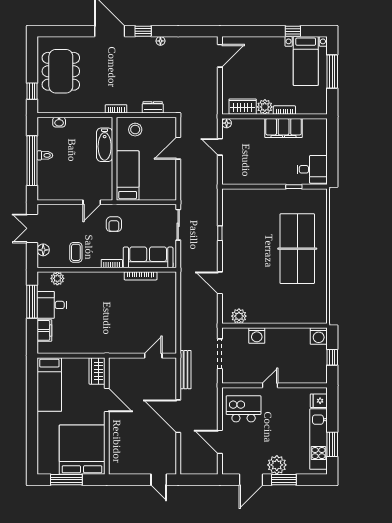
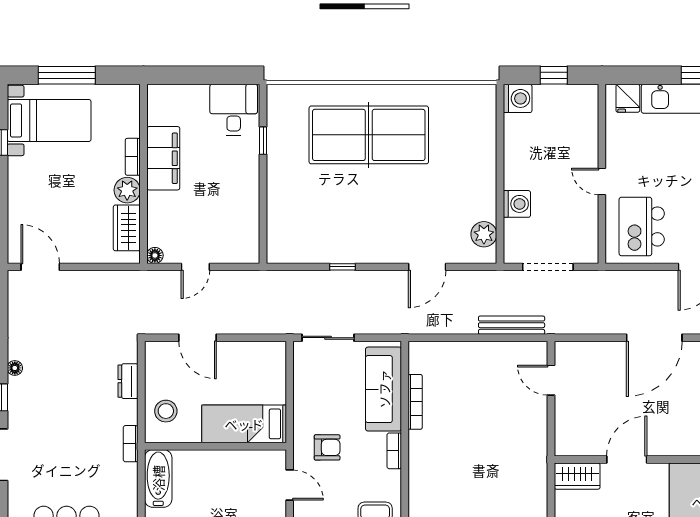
bathtub: (105, 145) -> (158, 478), moved, turned -90
bench: (186, 370) -> (512, 325), moved

